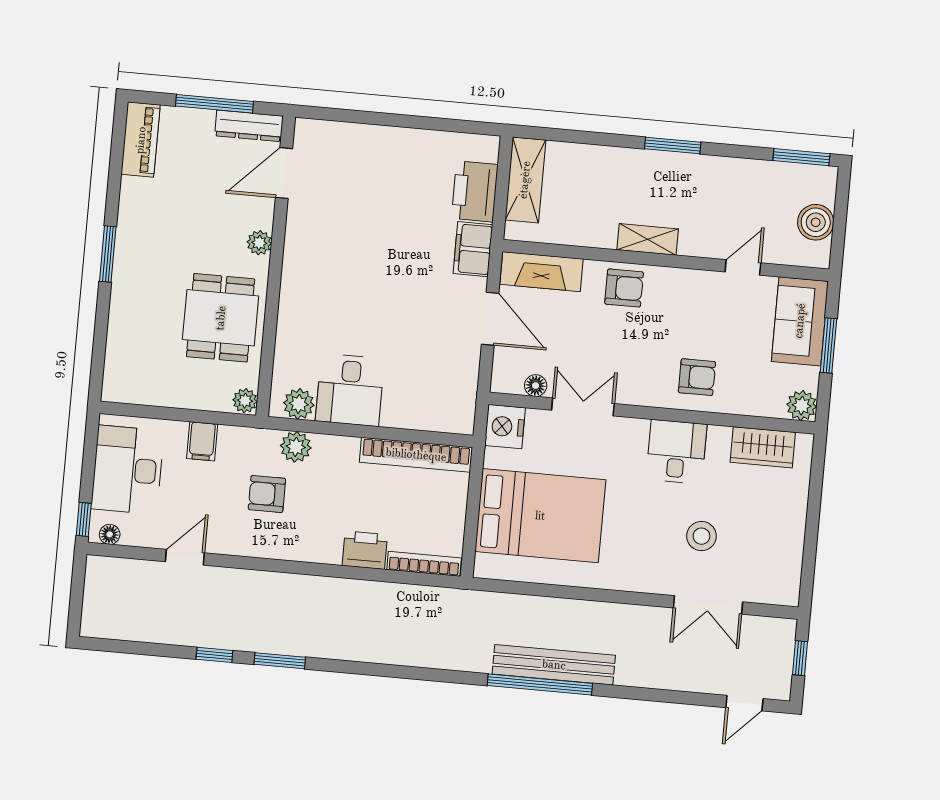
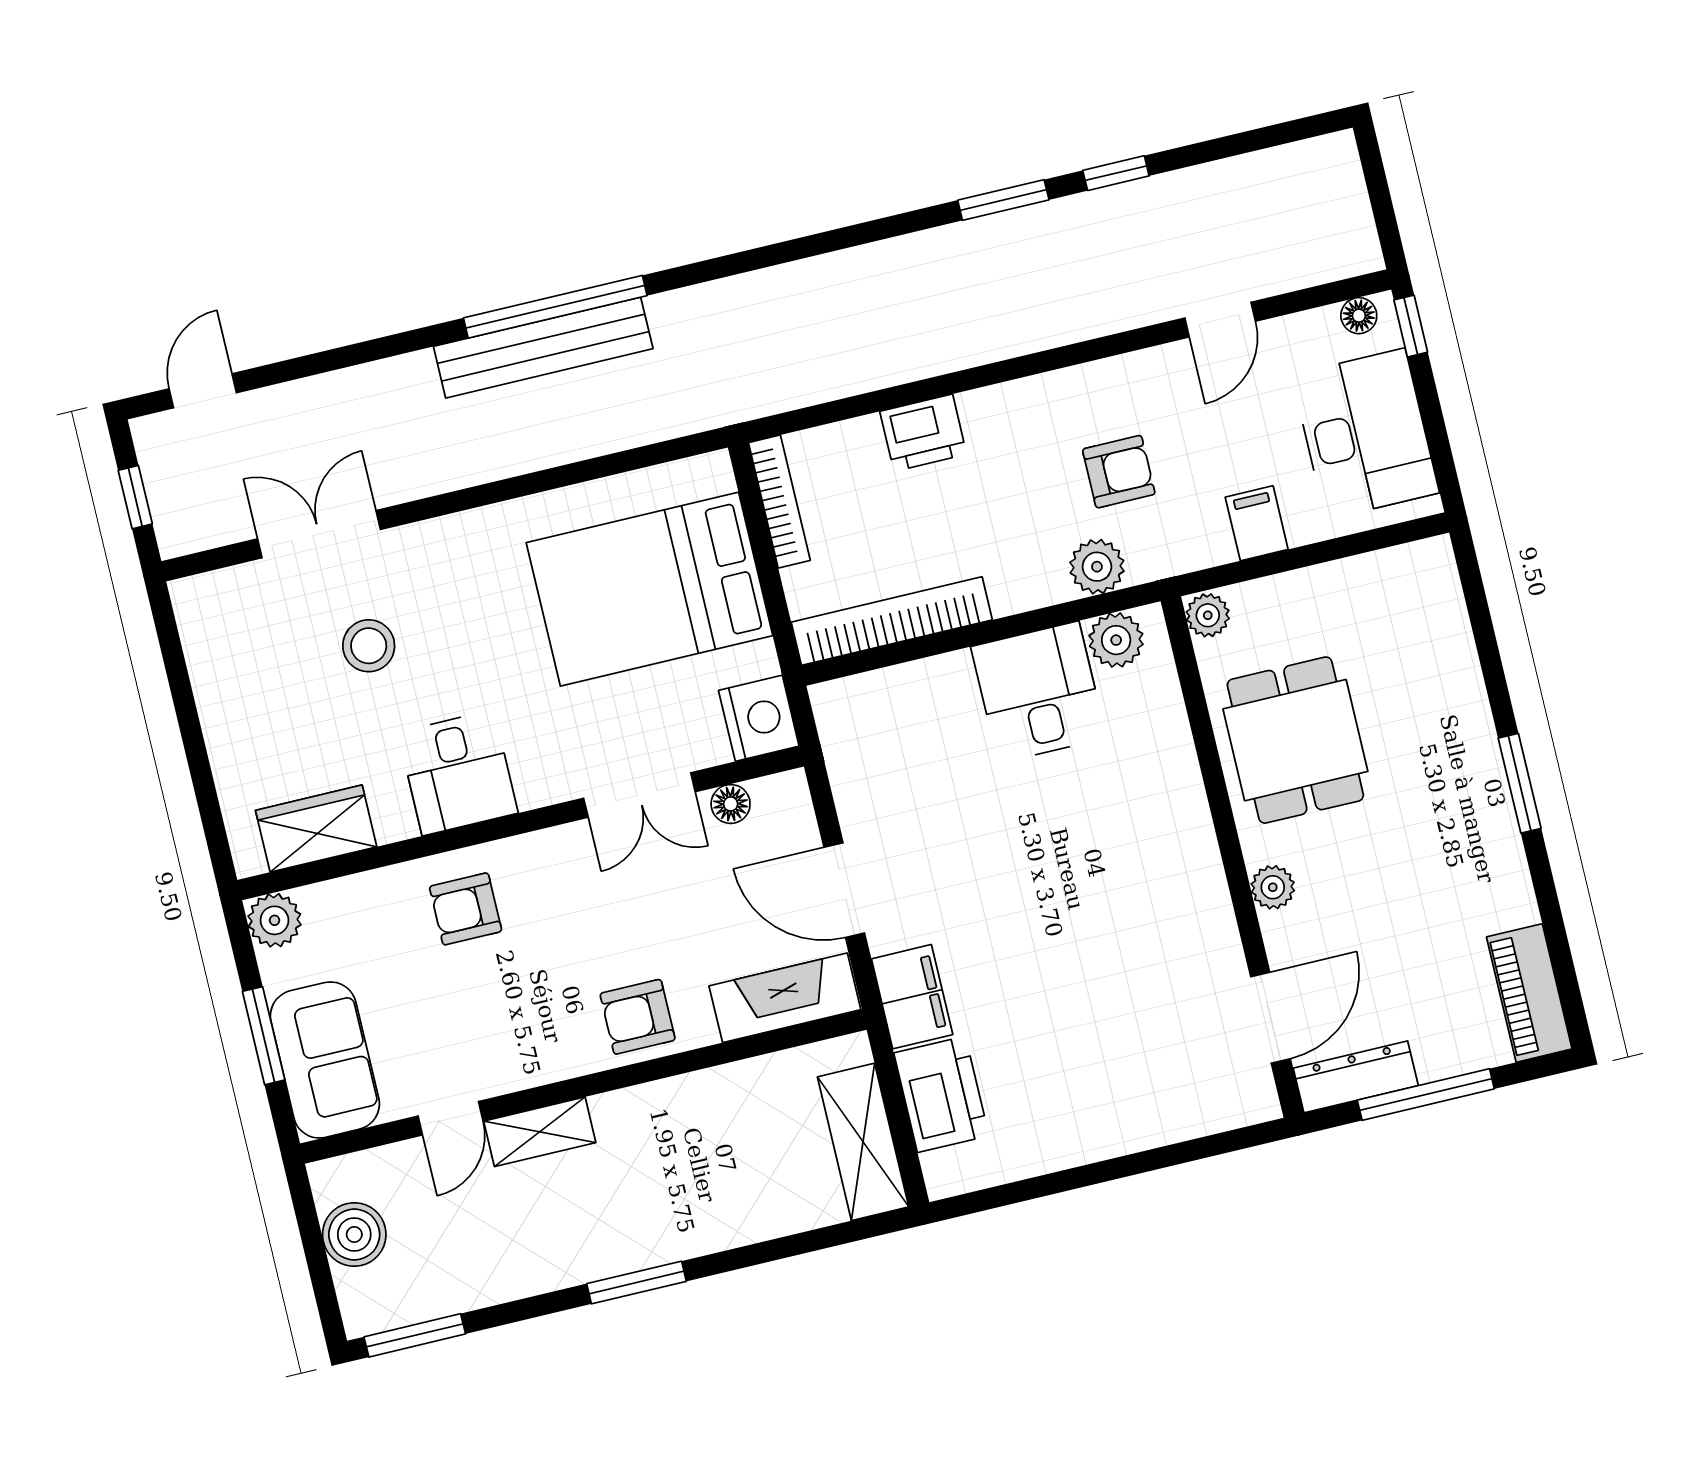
shelving: (648, 239) -> (540, 1132), moved
bookcase: (424, 564) -> (779, 502), moved, turned -90

